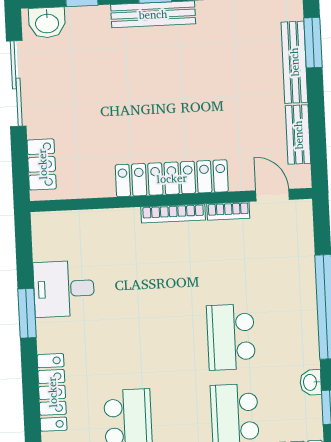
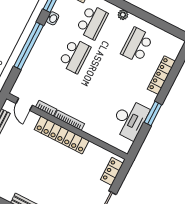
desk: (64, 289) -> (130, 119), width x1.37

